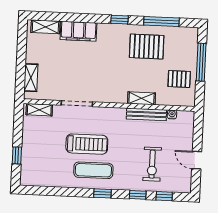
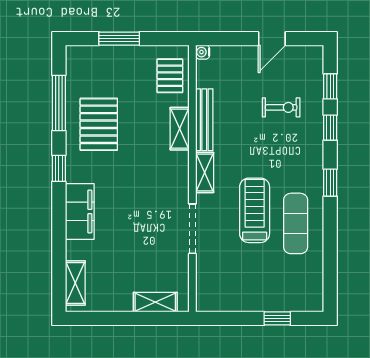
filing cabinet: (78, 31) -> (80, 211), moved
window: (201, 62) -> (119, 39), width x0.69
pallet: (179, 79) -> (170, 76), moved
shelving: (39, 110) -> (205, 173), moved
water cooler: (172, 114) -> (203, 52), moved
exercise bike: (152, 164) -> (281, 107), width x0.73, depth x0.72
exercise mat: (93, 170) -> (296, 223), moved

